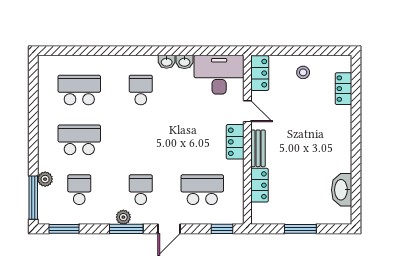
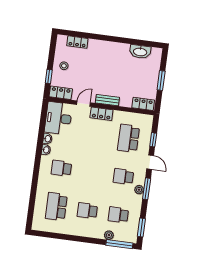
window: (283, 51) -> (49, 77), added
school desk: (79, 140) -> (87, 211), width x0.54
locker: (260, 185) -> (143, 104), moved
window: (222, 229) -> (153, 140), moved

